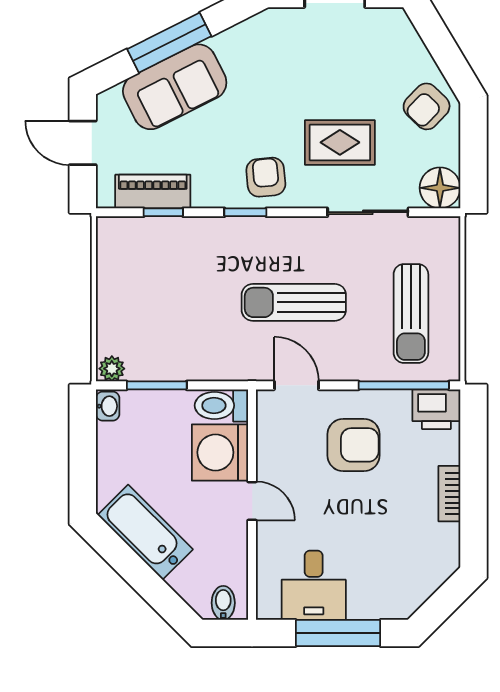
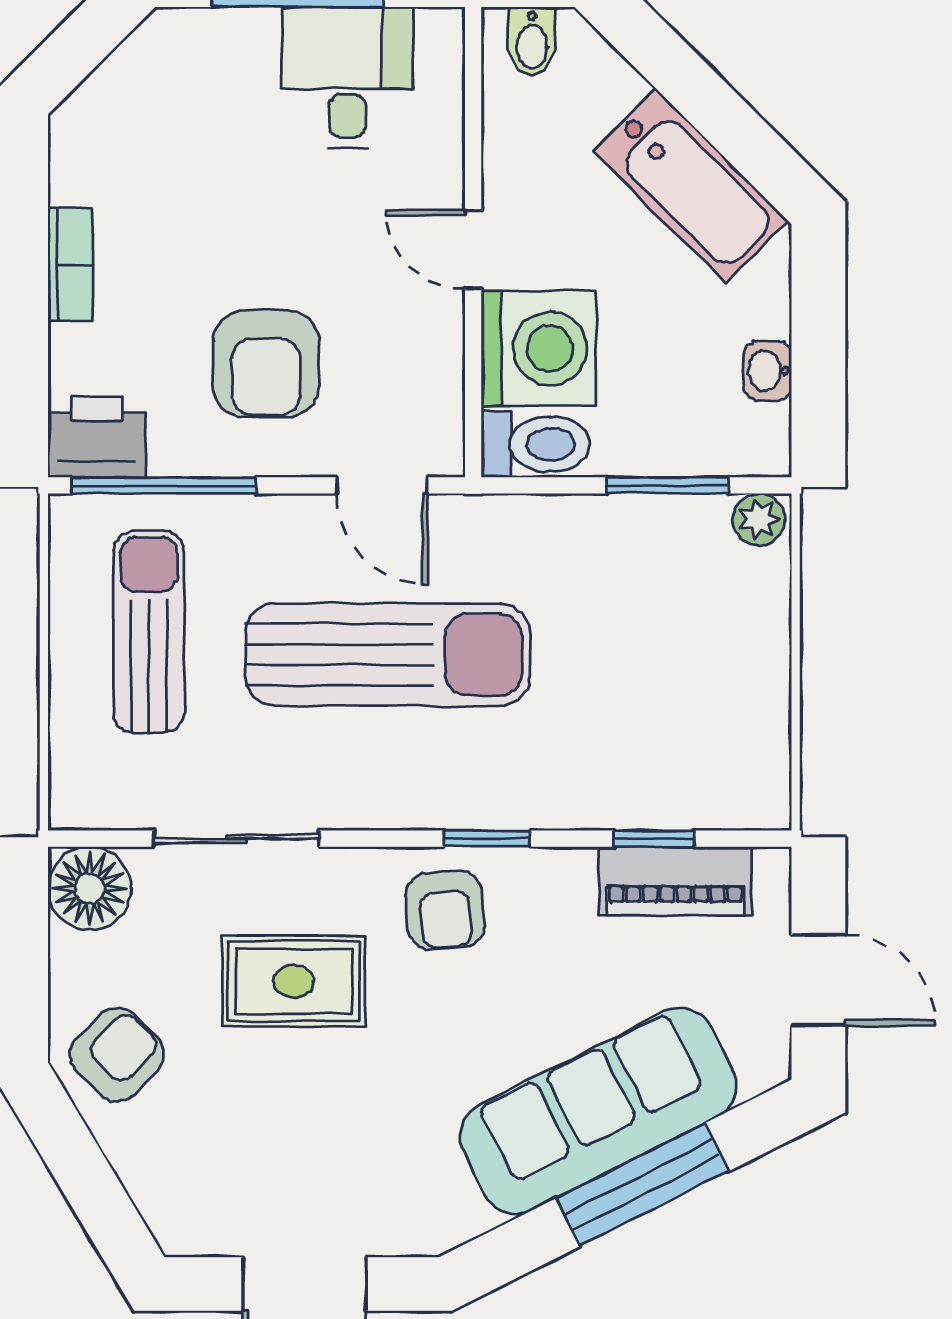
sofa: (175, 87) -> (598, 1111), width x1.36
sun lounger: (294, 302) -> (388, 655), width x1.36, depth x1.34
washbasin: (108, 406) -> (768, 371), moved
armchair: (354, 445) -> (266, 364), turned -90

